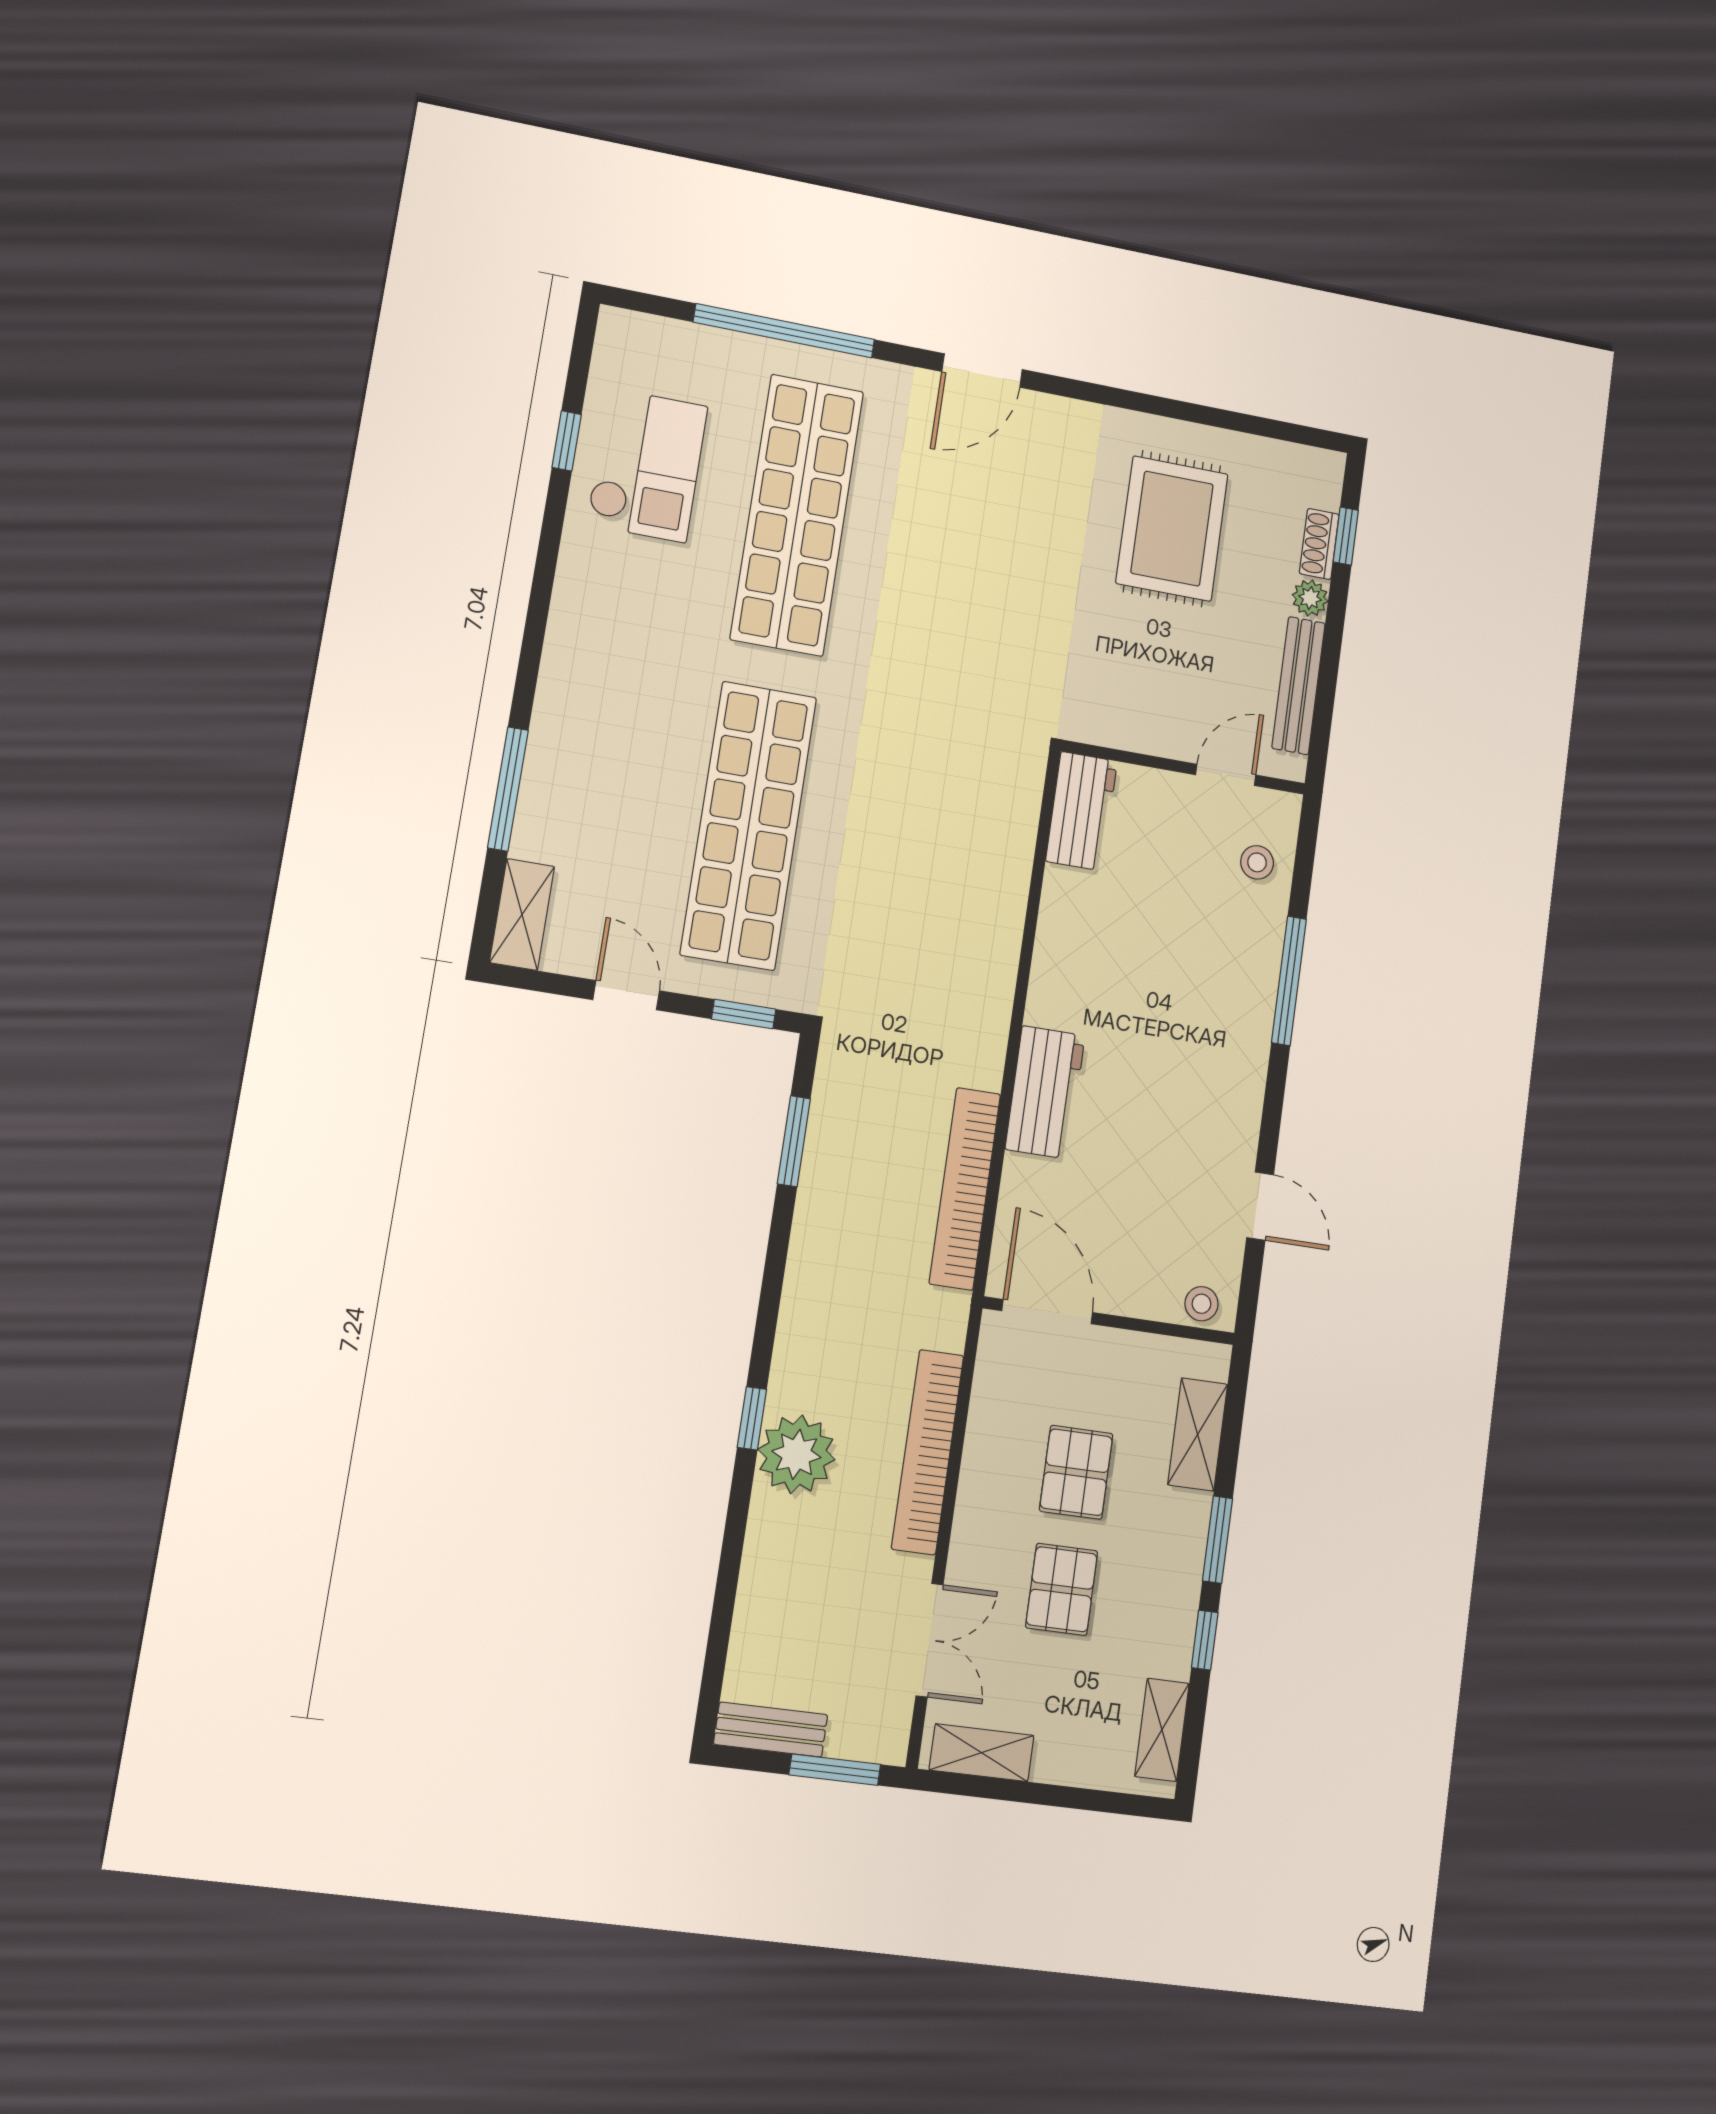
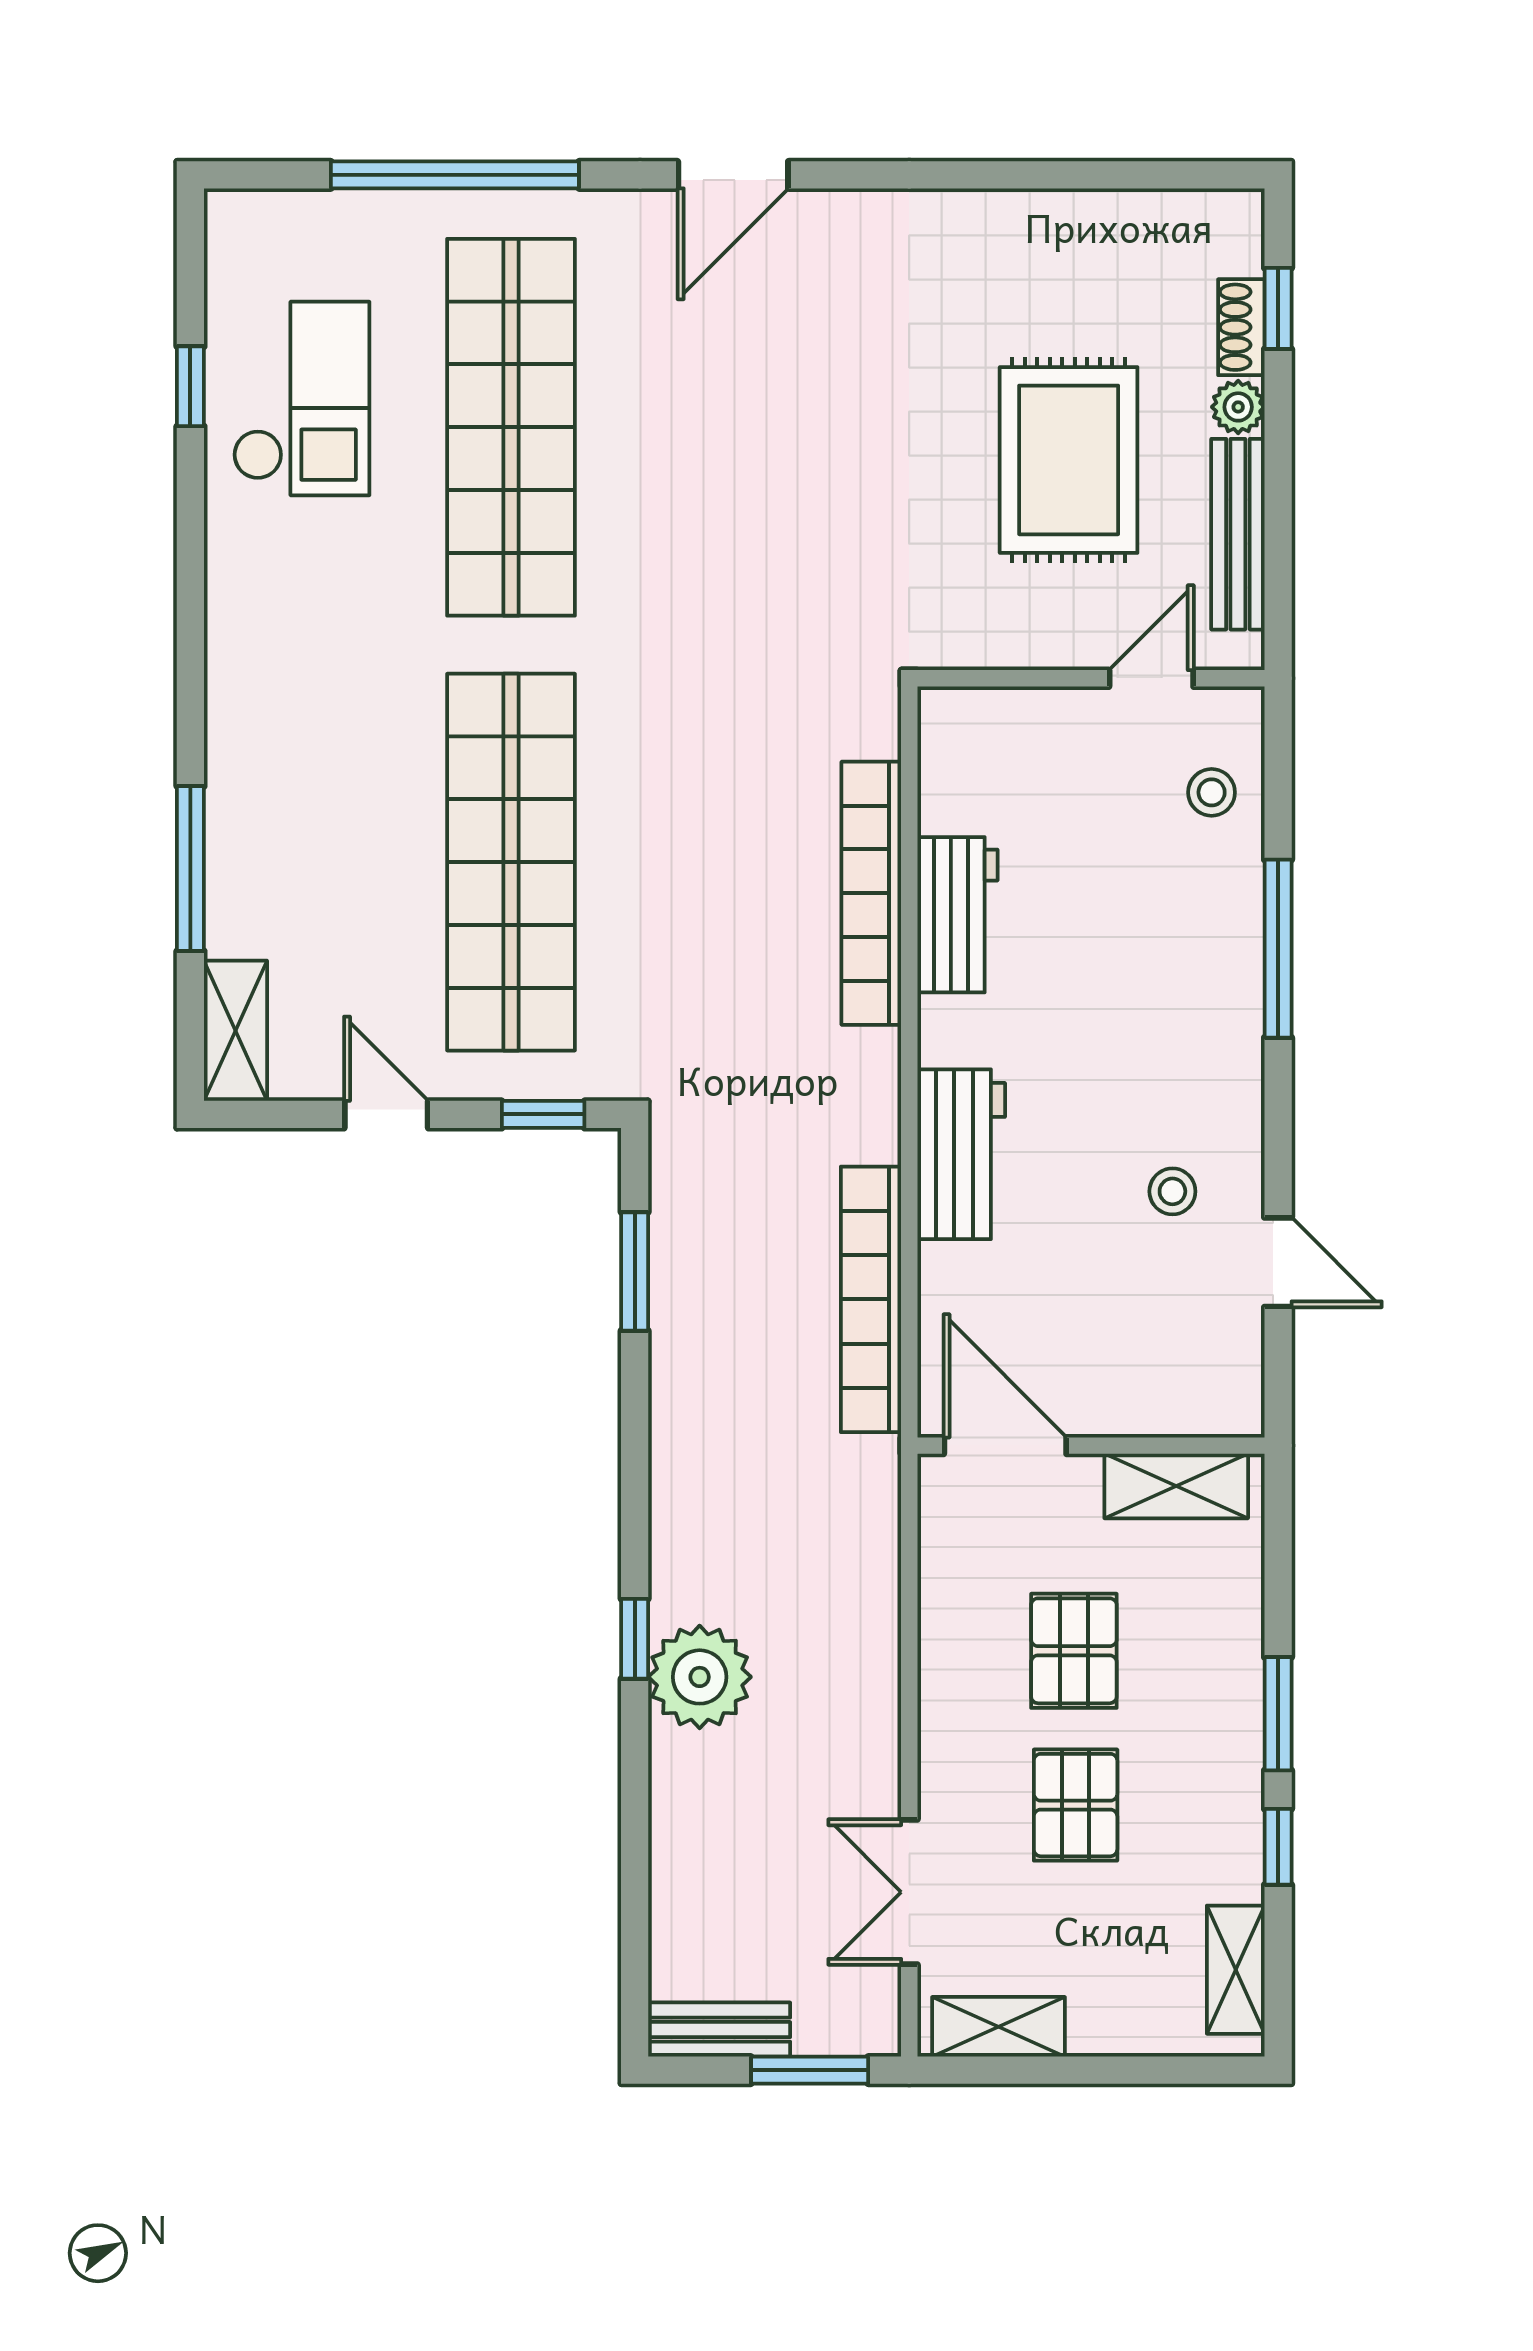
rug: (1172, 529) -> (1069, 460), moved
workbench: (1082, 811) -> (957, 915), moved
stool: (1201, 1304) -> (1172, 1191), moved
shelving: (1198, 1434) -> (1176, 1486), moved, turned 90
bookcase: (928, 1452) -> (871, 893), moved
double door: (930, 1640) -> (909, 1892), swing flipped

